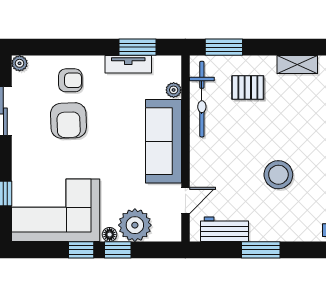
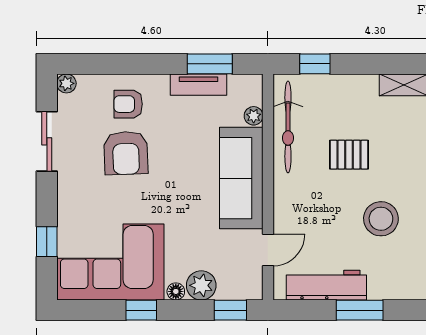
window: (224, 47) -> (315, 64), width x0.67
armchair: (70, 80) -> (128, 104), turned 180
pallet: (248, 87) -> (349, 155), moved
plant: (135, 225) -> (201, 285), width x0.73, depth x0.73
workbench: (224, 229) -> (326, 285), width x1.38
window: (118, 250) -> (230, 310), moved

